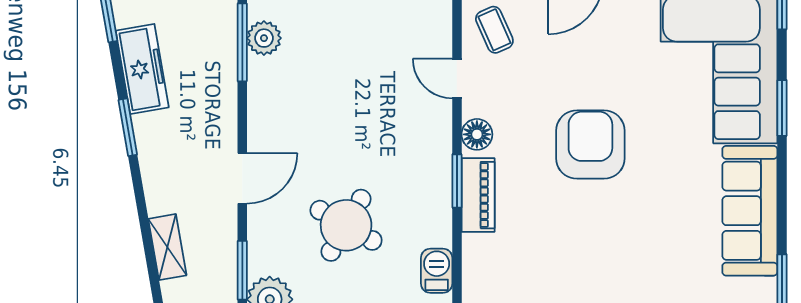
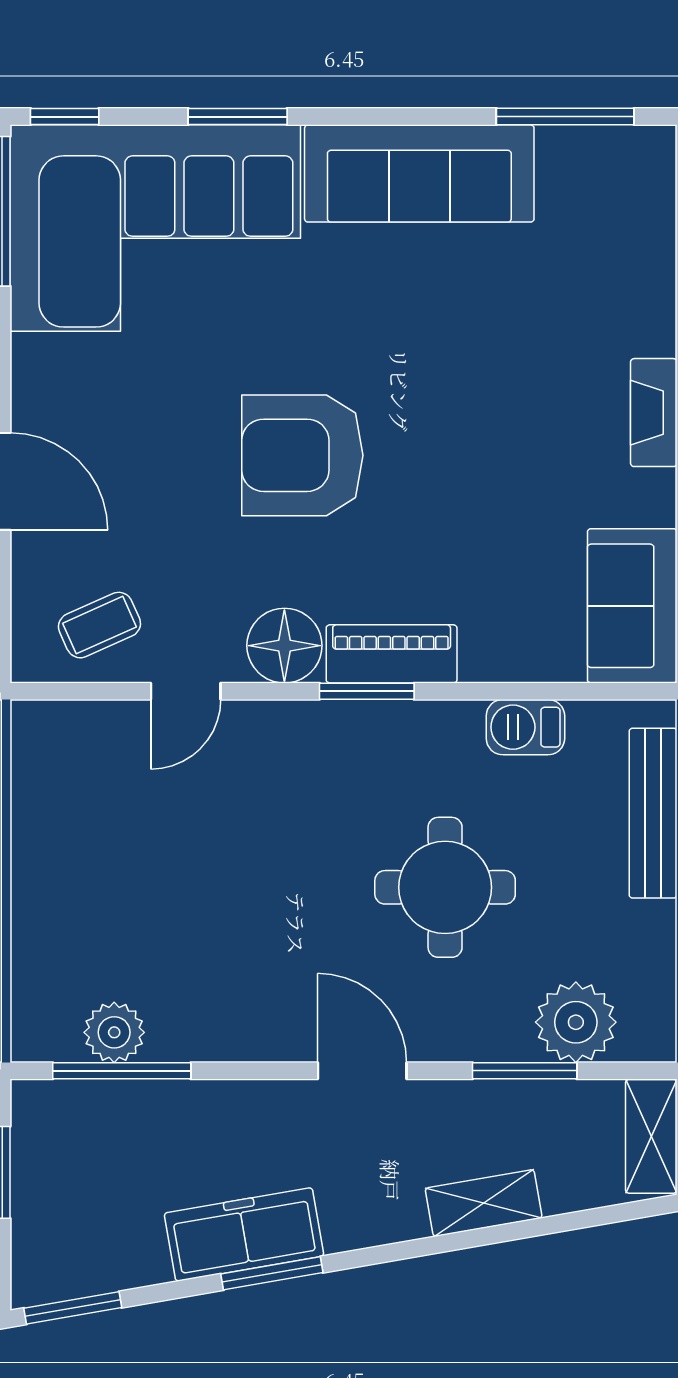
freezer: (142, 69) -> (244, 1234), moved
floor lamp: (477, 134) -> (284, 646), width x1.38, depth x1.38
round table: (346, 225) -> (445, 887), turned -30

